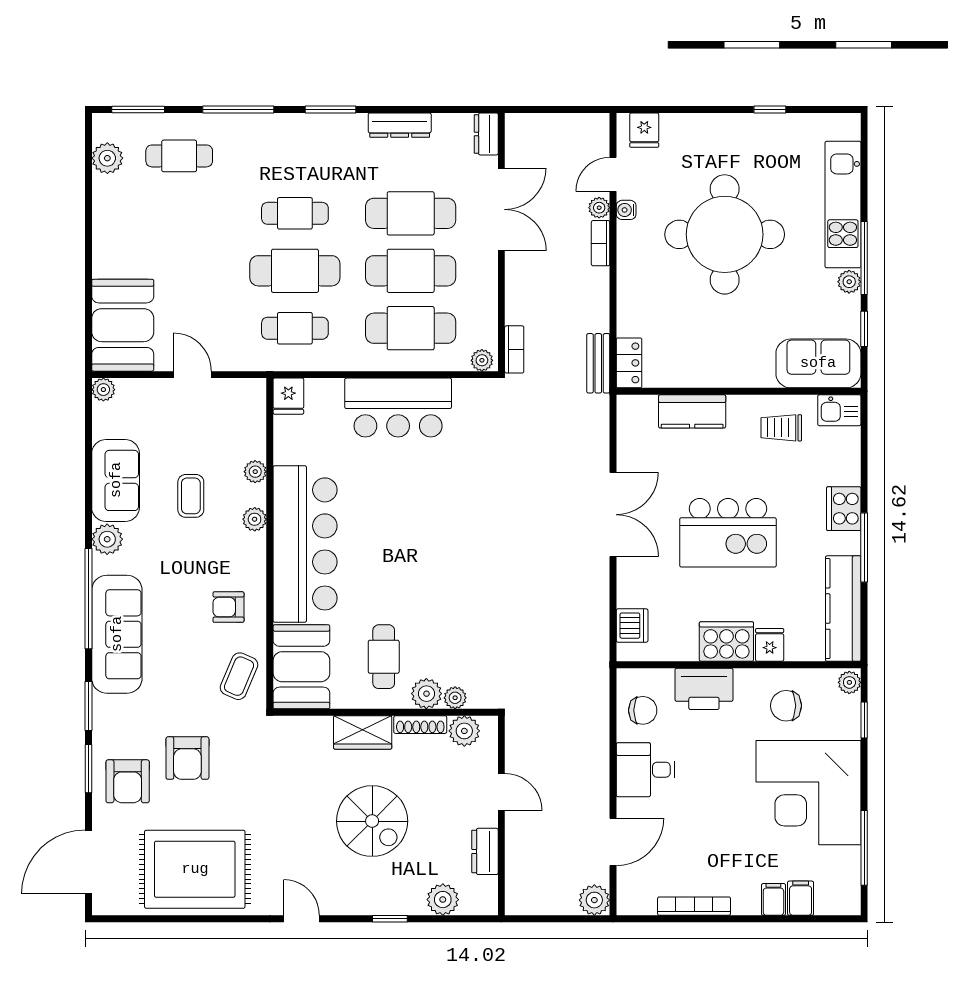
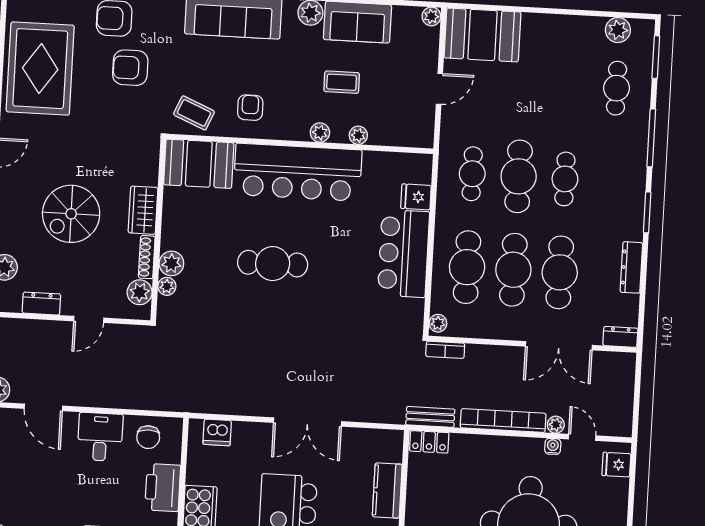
bookcase: (601, 243) -> (503, 421), width x2.31, depth x1.31
fridge: (288, 396) -> (416, 197), moved
cafe table: (384, 657) -> (273, 264), moved, width x1.37, depth x1.35

